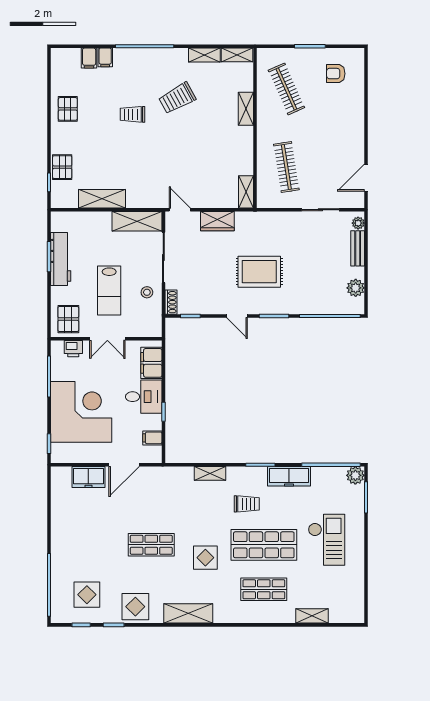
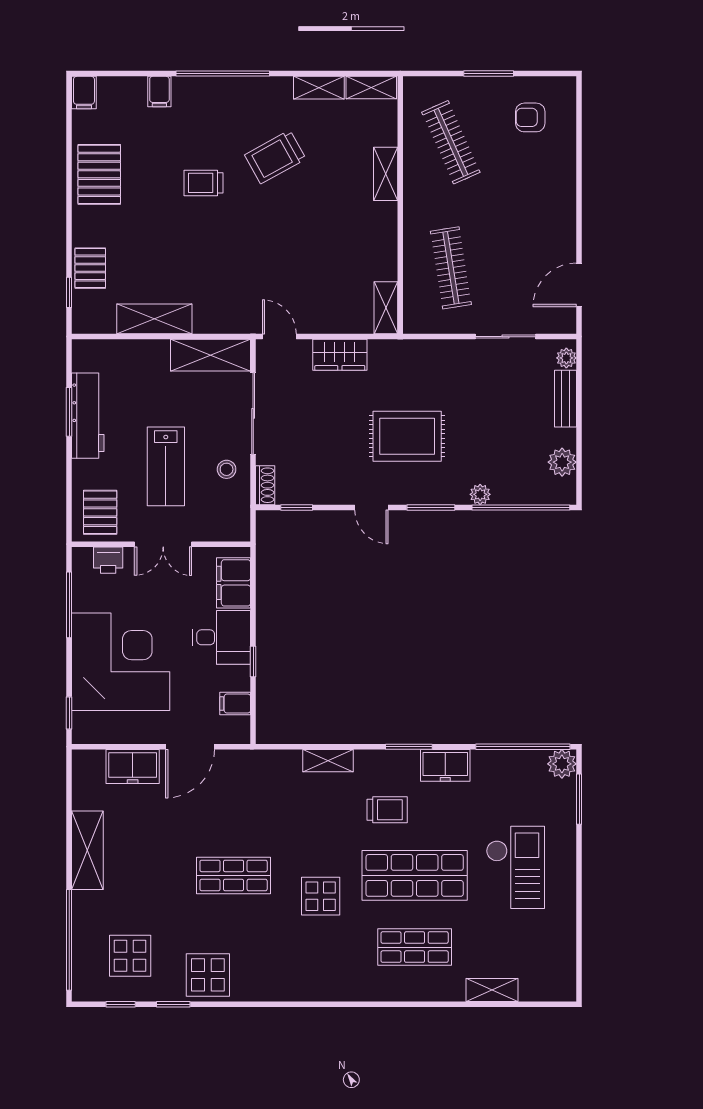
filing cabinet: (89, 58) -> (84, 93), moved
pallet: (68, 109) -> (99, 174), width x1.50, depth x1.42
plant: (305, 308) -> (480, 494), added
freezer: (289, 476) -> (445, 765), width x0.71
shelving: (188, 613) -> (87, 850), moved, turned 90

